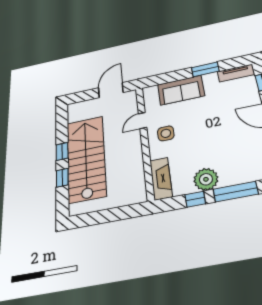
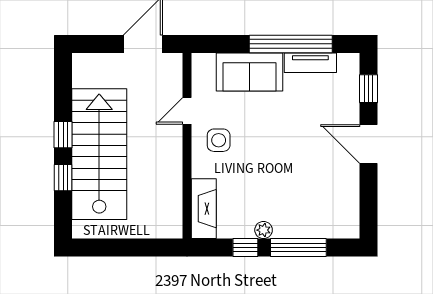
window: (205, 69) -> (291, 44), width x2.11
tv unit: (236, 73) -> (310, 63), moved
plant: (206, 179) -> (264, 230), width x0.53, depth x0.53

